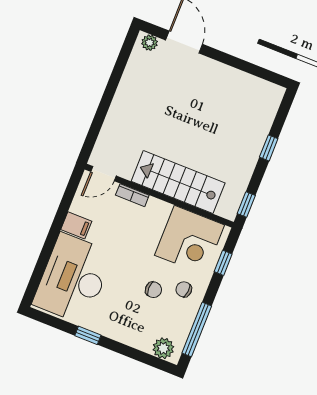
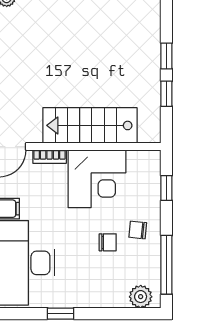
window: (246, 205) -> (166, 94), moved
corner desk: (190, 240) -> (97, 179), moved

